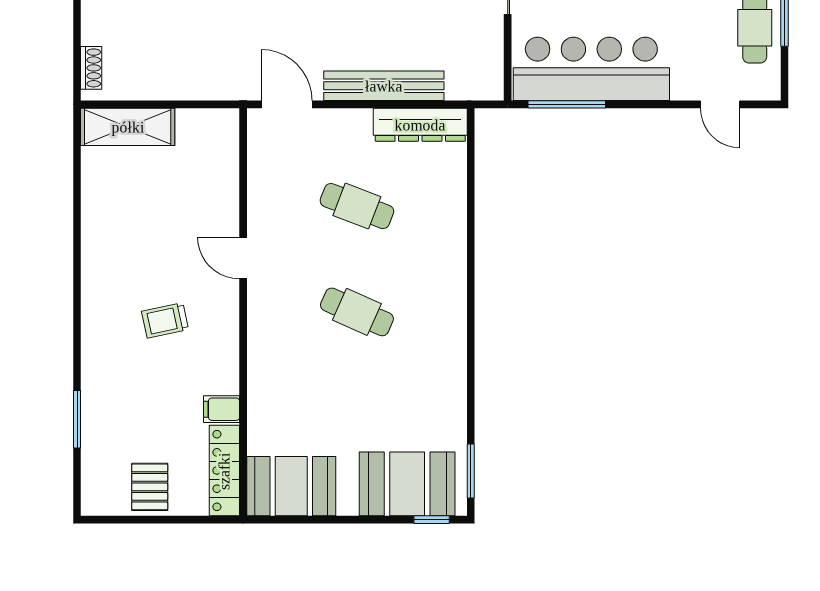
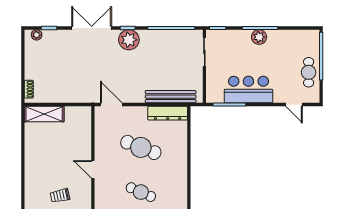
bar counter: (591, 69) -> (248, 90), width x0.73
bench: (384, 86) -> (171, 97), moved
cafe table: (357, 206) -> (141, 147), width x1.37, depth x1.35

